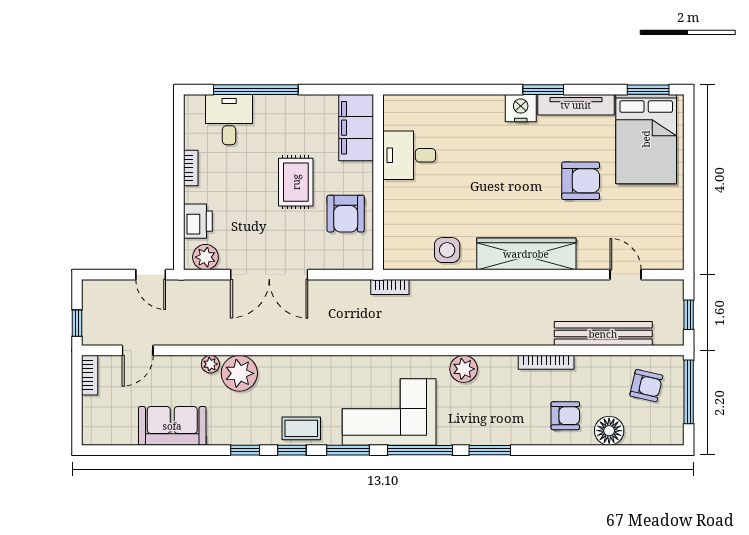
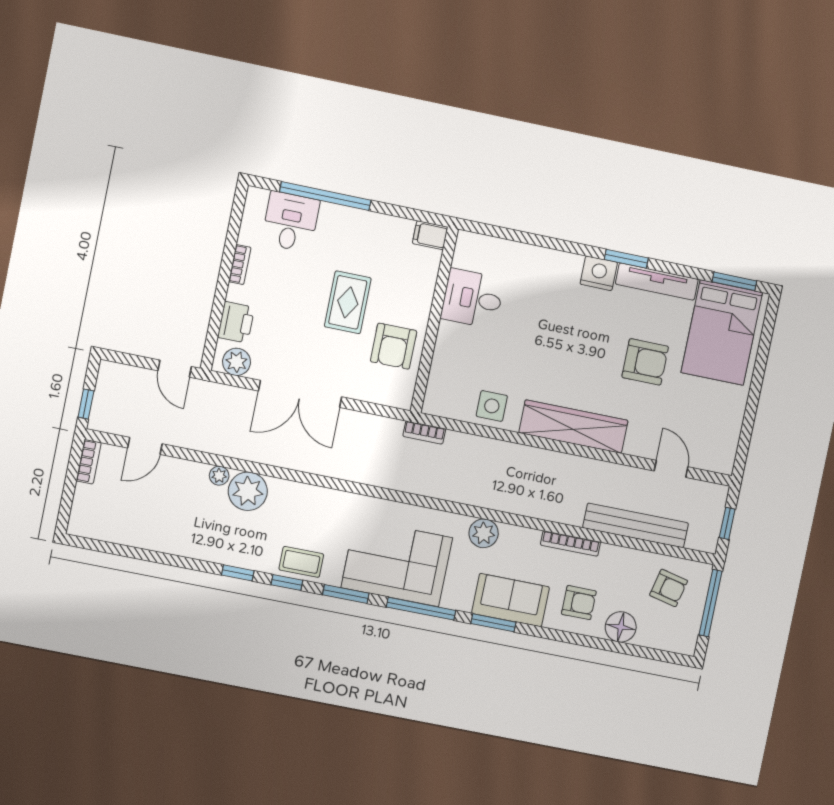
filing cabinet: (356, 128) -> (430, 235), width x0.33, depth x0.86
sofa: (172, 426) -> (510, 600), moved

